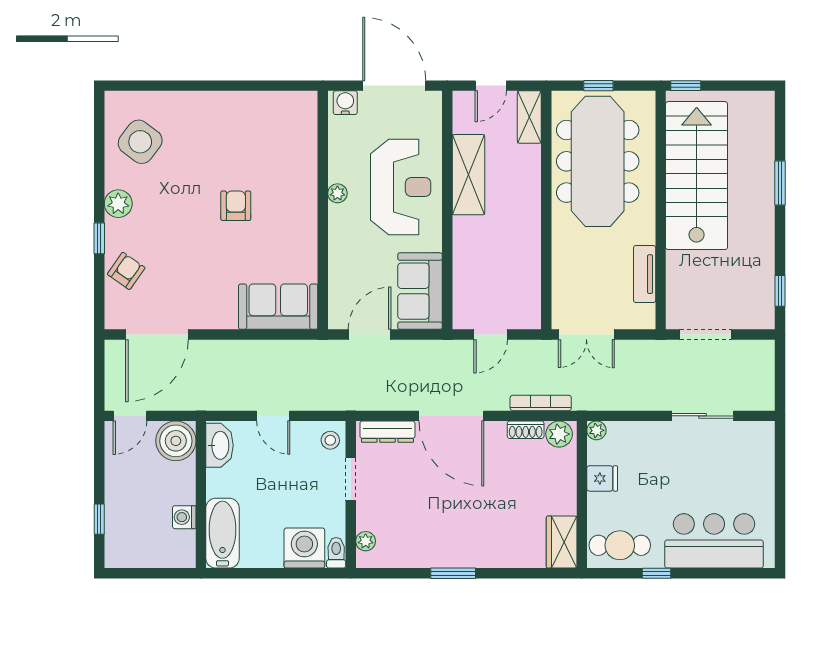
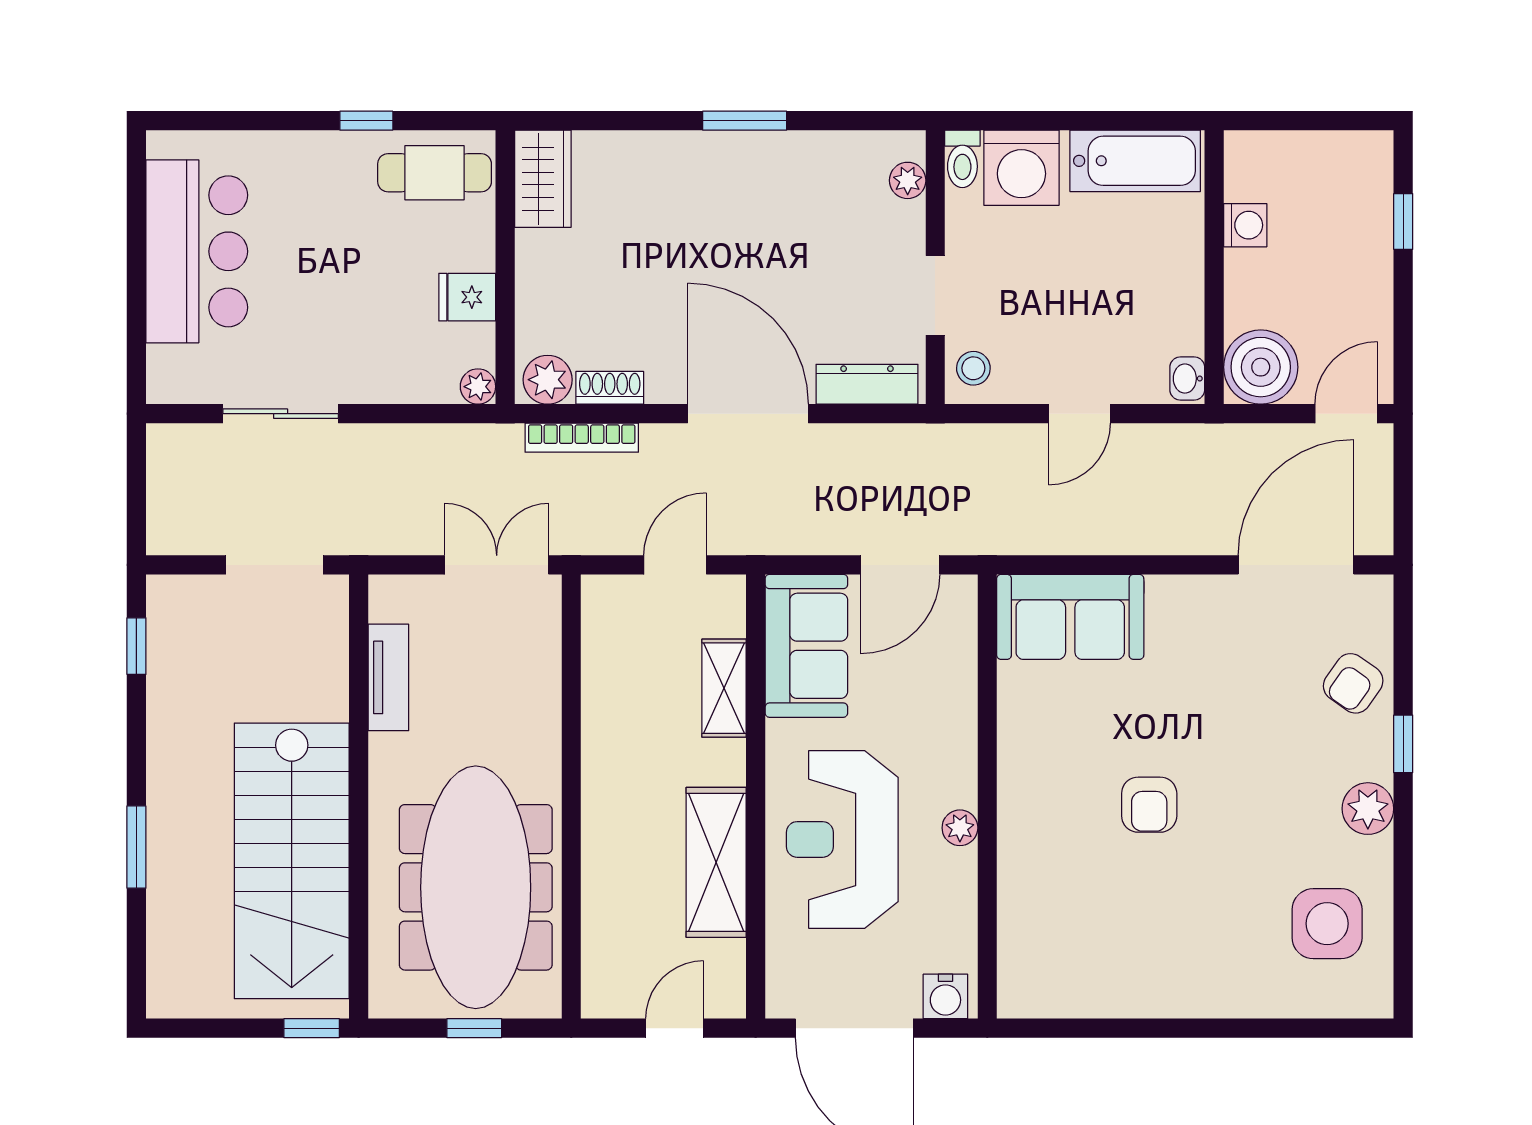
shelving: (529, 117) -> (724, 688), moved
side table: (140, 142) -> (1327, 924), turned -37
door: (273, 416) -> (1080, 414), swing flipped
washbasin: (219, 445) -> (1187, 379), width x0.52, depth x0.69
bathtub: (222, 533) -> (1135, 161), moved, turned -90
bar counter: (714, 541) -> (197, 251), moved, turned -90

